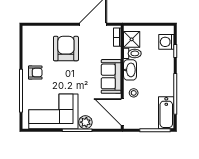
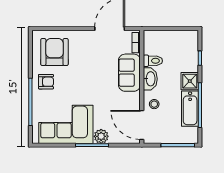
shower: (132, 39) -> (190, 81), moved
washing machine: (166, 42) -> (190, 48), removed
armchair: (66, 49) -> (54, 52), moved
sofa: (111, 76) -> (129, 73), moved
bathtub: (166, 113) -> (190, 109), moved

